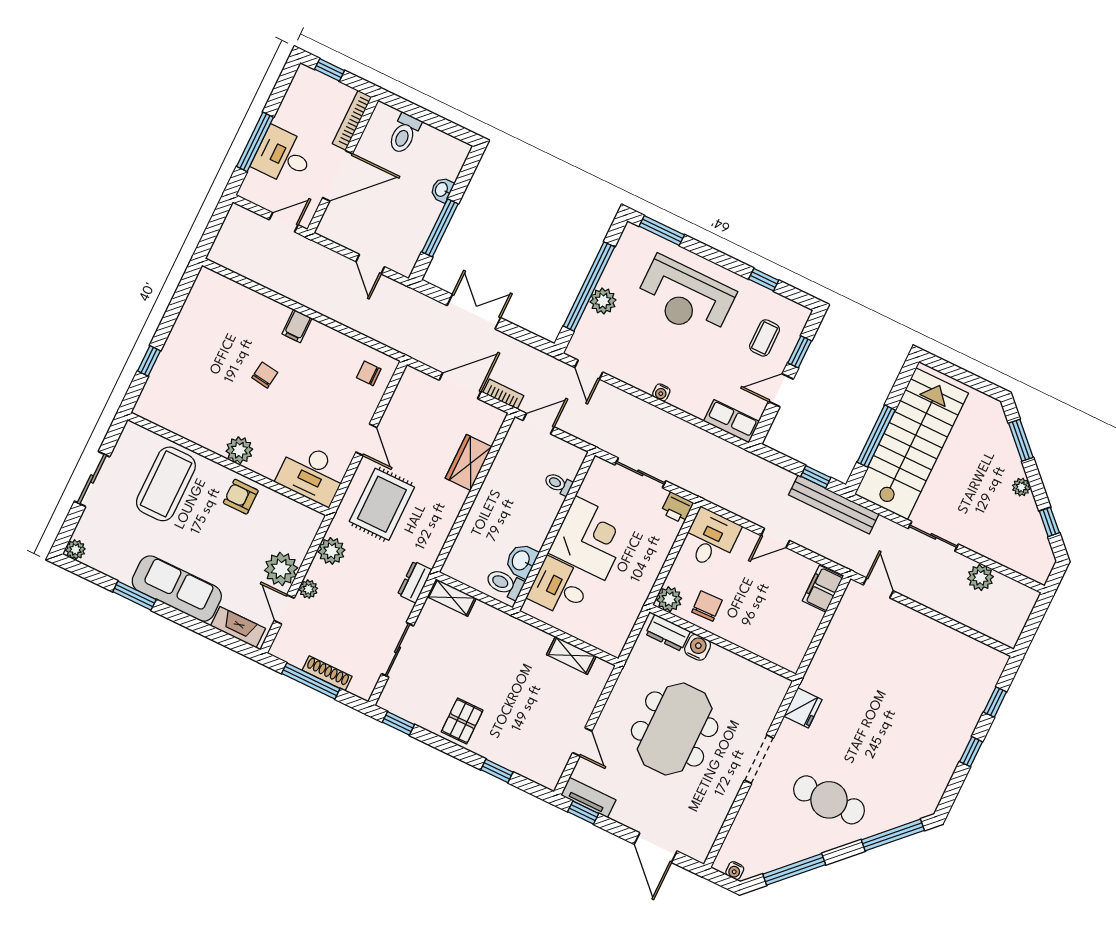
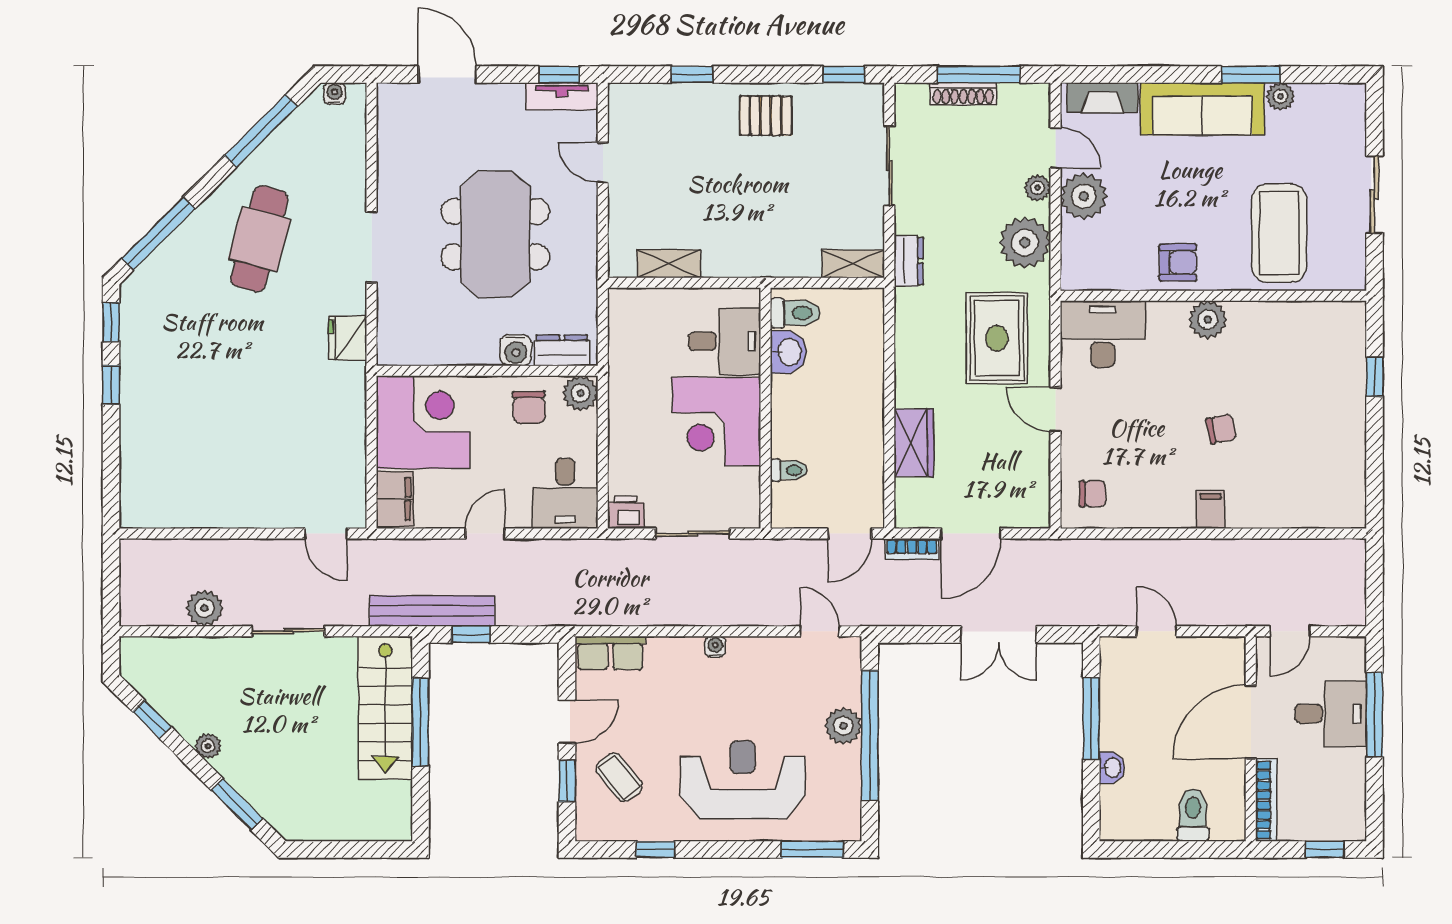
coffee table: (765, 338) -> (619, 777), turned -39
chair: (265, 375) -> (1221, 429), turned -109
stairs: (912, 444) -> (385, 708), width x0.73, depth x0.66
plant: (75, 550) -> (1281, 96), moved
plant: (331, 551) -> (1025, 243), width x1.36, depth x1.36
corner desk: (780, 630) -> (423, 422), added
window: (995, 702) -> (111, 322), moved
pallet: (462, 721) -> (766, 116), turned 90
cafe table: (829, 800) -> (259, 239), turned -75

